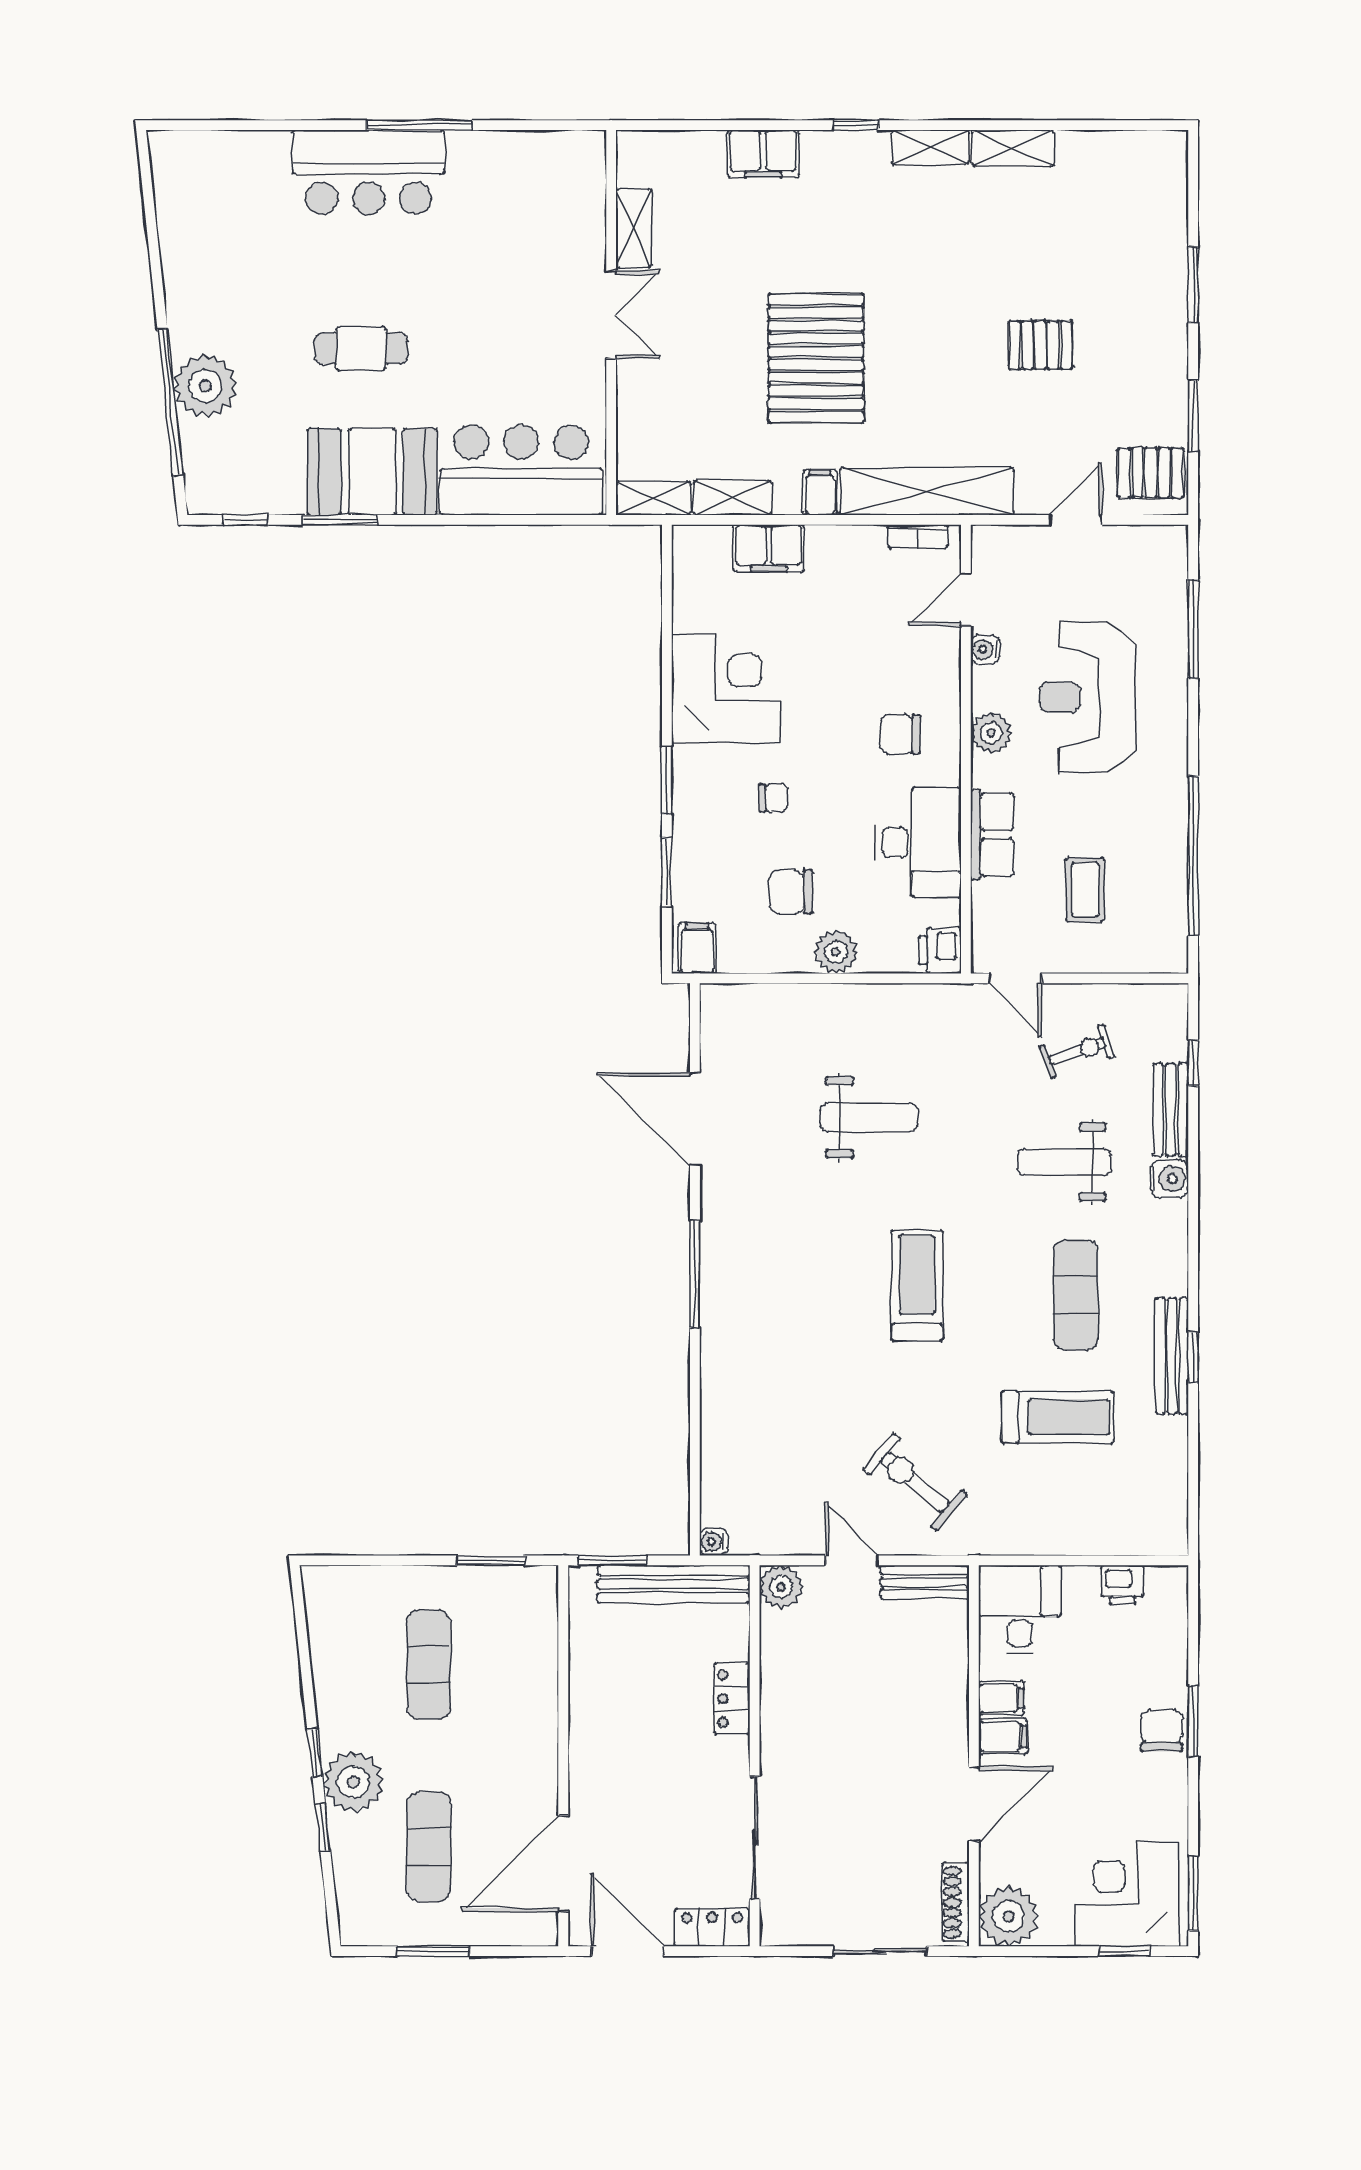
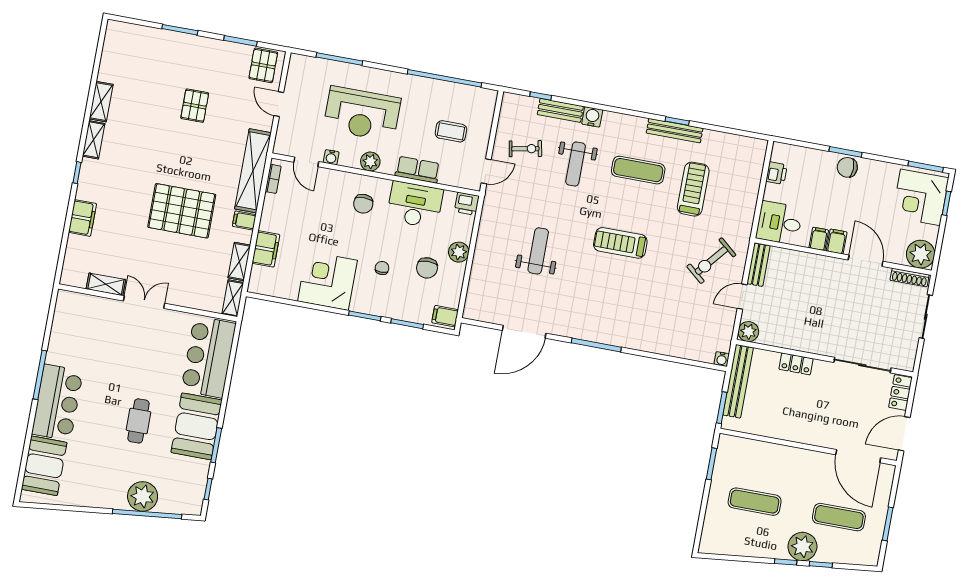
booth: (231, 169) -> (44, 466), added
exercise bike: (1077, 1051) -> (525, 149), turned 98

